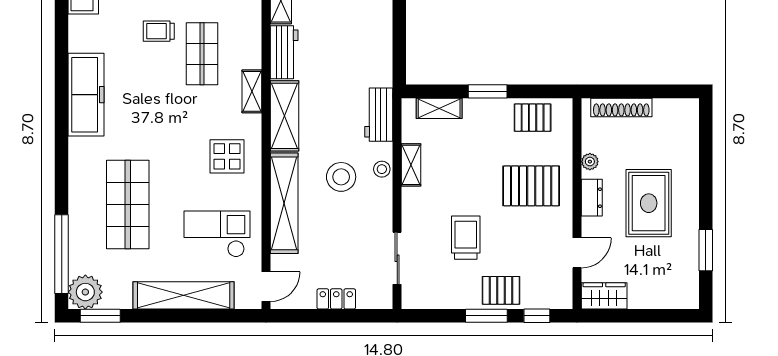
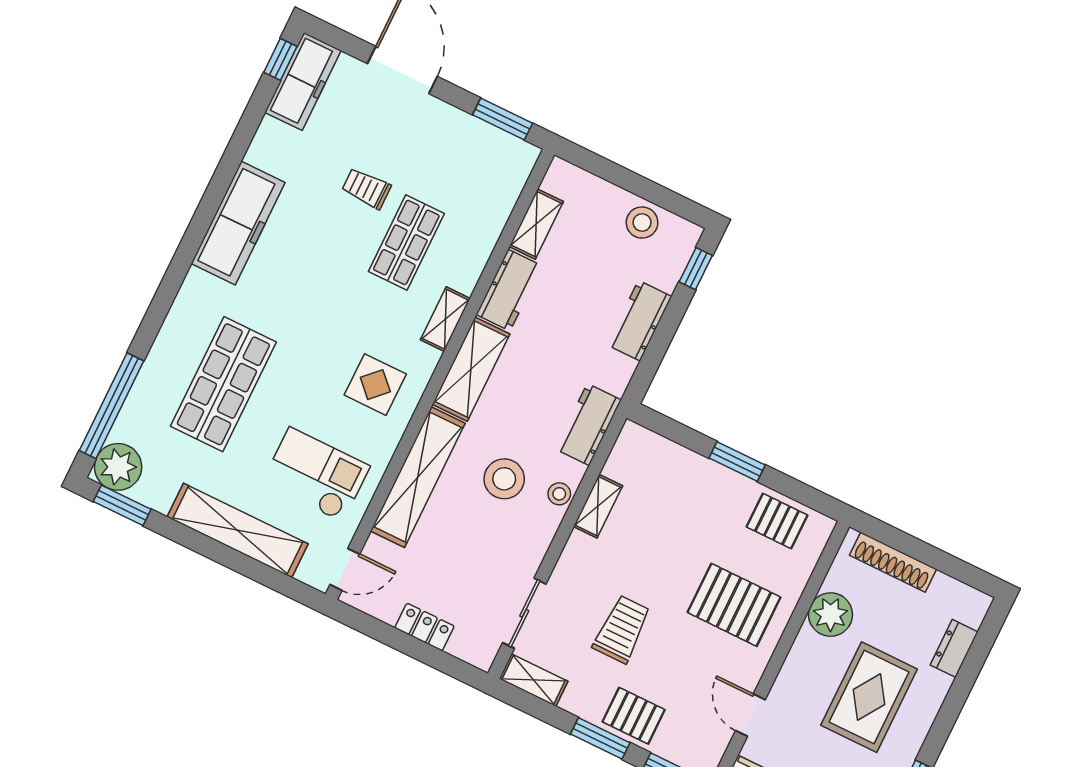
workbench: (379, 31) -> (639, 321), added
shelving: (439, 108) -> (534, 680), moved
plant: (590, 162) -> (830, 615), width x1.88, depth x1.88
dresser: (592, 198) -> (954, 648), moved, turned 180
door: (577, 253) -> (750, 715), swing flipped

